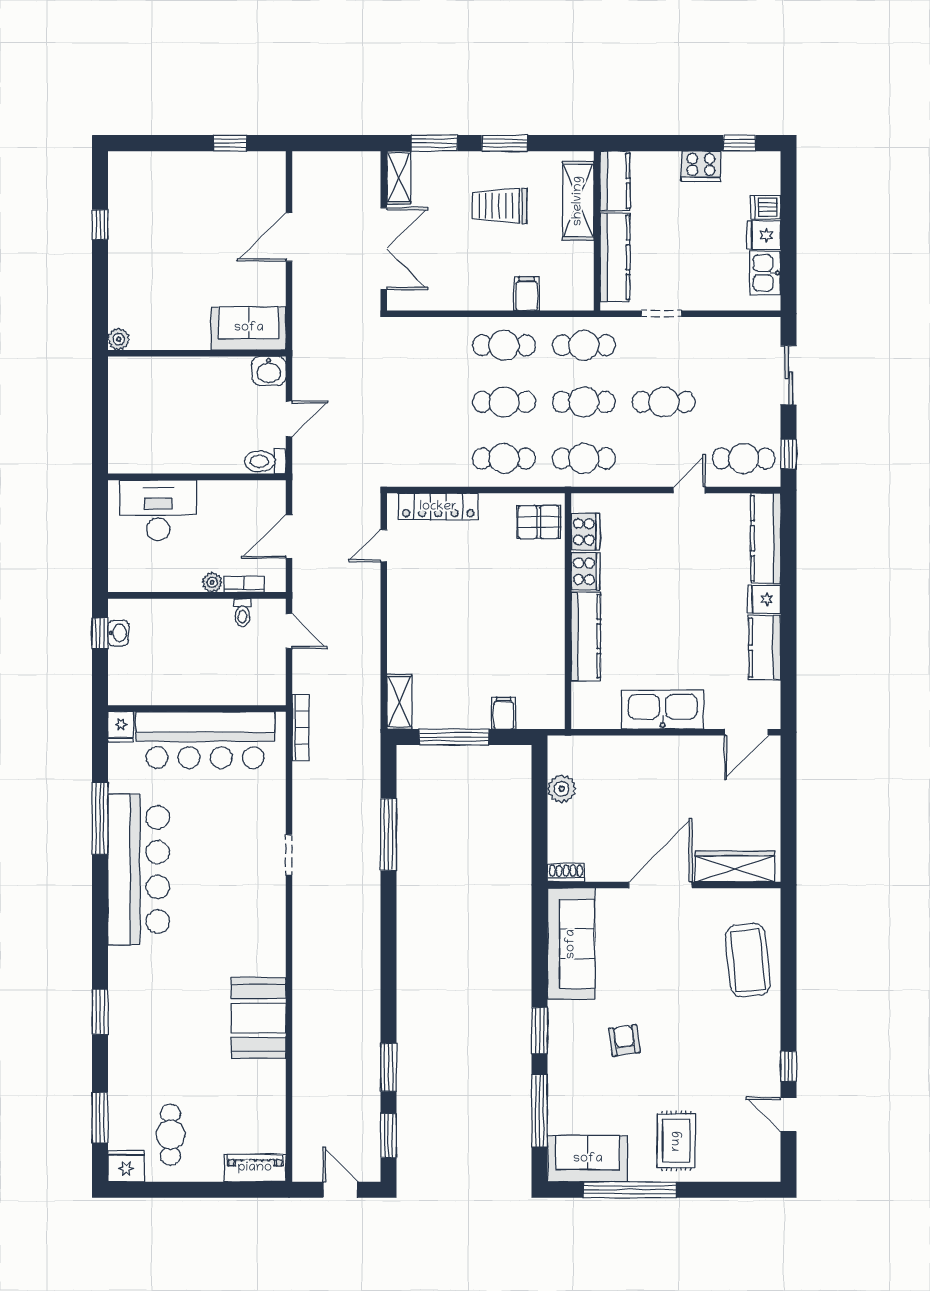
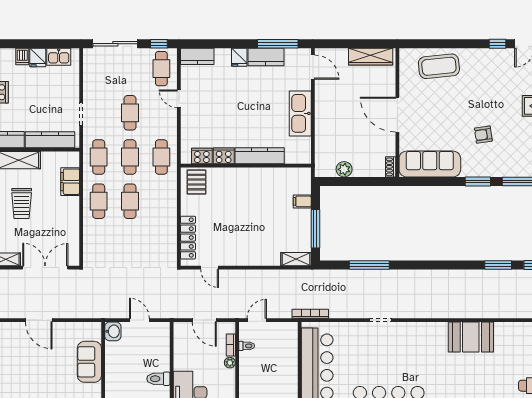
filing cabinet: (527, 294) -> (70, 182), width x2.00
sofa: (249, 328) -> (89, 362), moved
sliding door: (789, 375) -> (115, 44), width x1.37
cafe table: (504, 458) -> (161, 201), removed
toilet: (265, 461) -> (158, 379), moved, turned 90
kitchen counter: (766, 538) -> (197, 56), width x0.67
window: (789, 669) -> (278, 44), added
wardrobe: (735, 866) -> (371, 57), moved, turned -90

